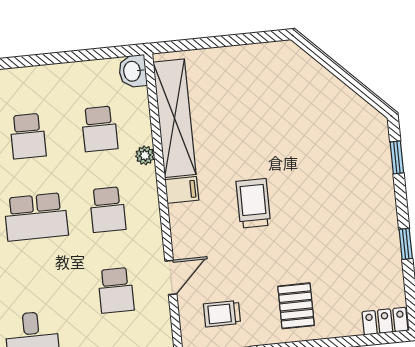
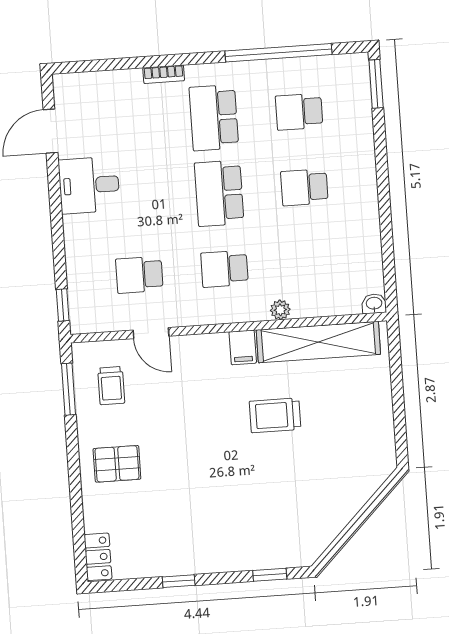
washbasin: (133, 71) -> (374, 304), width x0.72, depth x0.69
school desk: (99, 129) -> (310, 263), removed
trolley: (253, 203) -> (275, 415), moved, turned 180
trolley: (222, 314) -> (111, 386), turned 180

